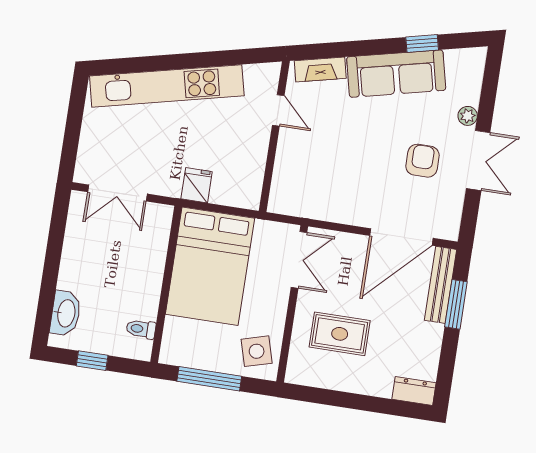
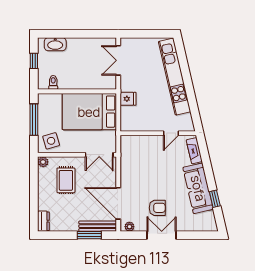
plant: (468, 116) -> (129, 227), moved
double door: (478, 161) -> (162, 235), swing flipped
plant: (296, 374) -> (43, 162), added

